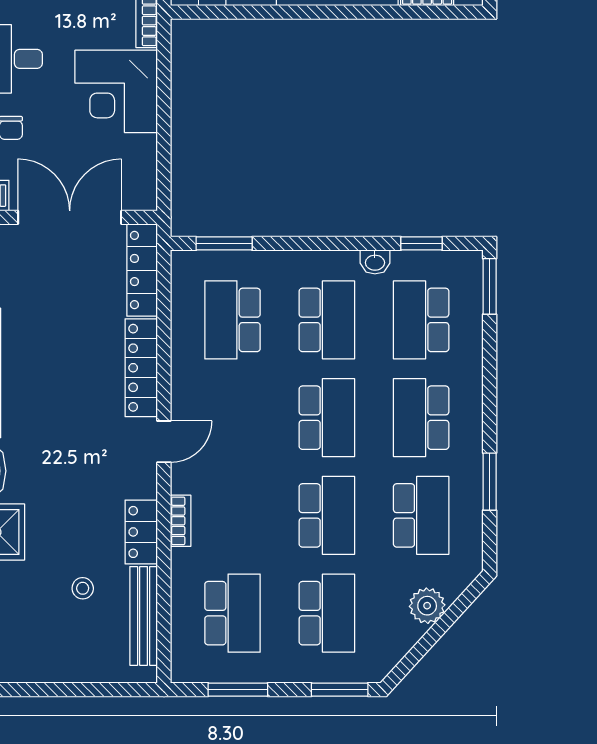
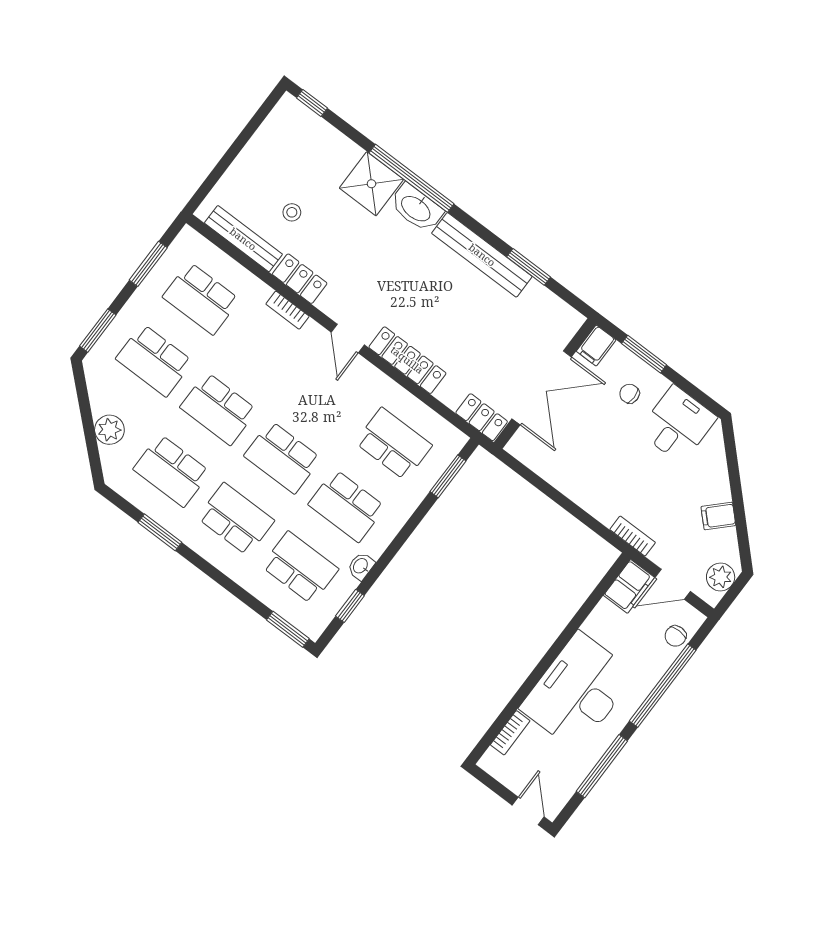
corner desk: (116, 91) -> (601, 481), removed
locker: (142, 270) -> (482, 417), width x0.66

